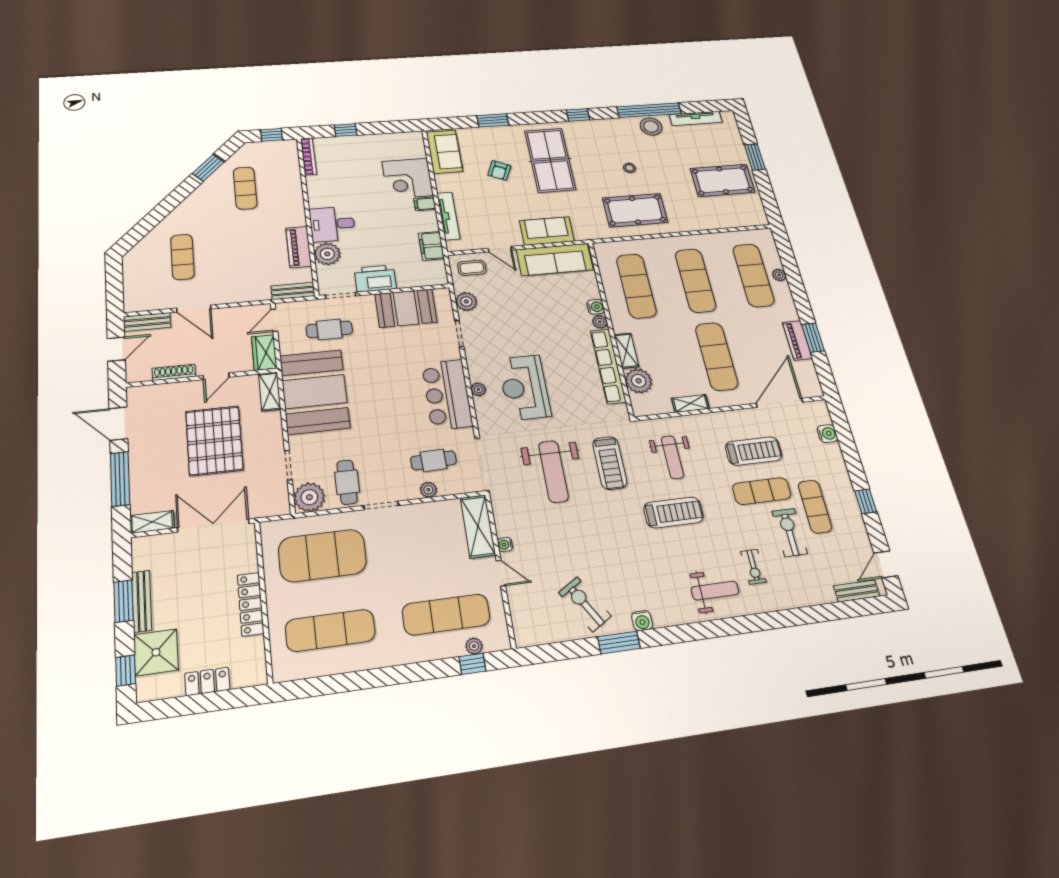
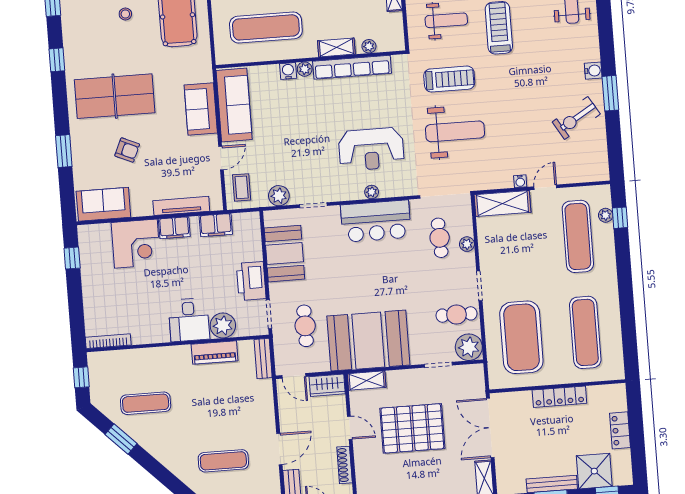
window: (346, 130) -> (72, 258), moved
filing cabinet: (425, 204) -> (174, 228), width x2.00
plant: (639, 381) -> (369, 46), width x0.53, depth x0.53

